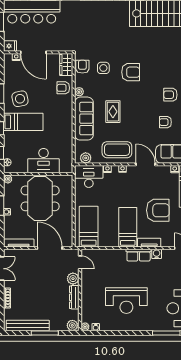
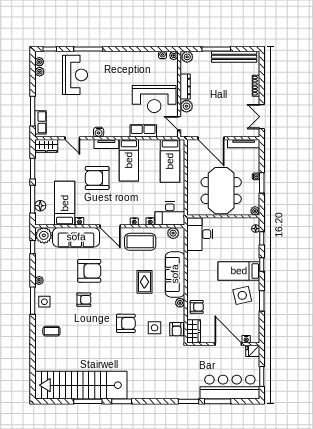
armchair: (131, 72) -> (126, 323), turned 180
armchair: (165, 122) -> (89, 271), width x1.88, depth x1.88
desk: (44, 161) -> (200, 234), moved, turned -90
row of seats: (139, 255) -> (143, 131), moved
reception desk: (126, 301) -> (154, 99), moved, turned 180

